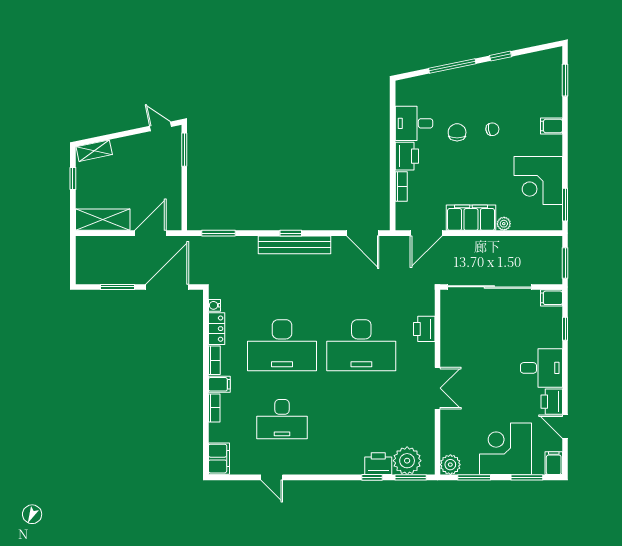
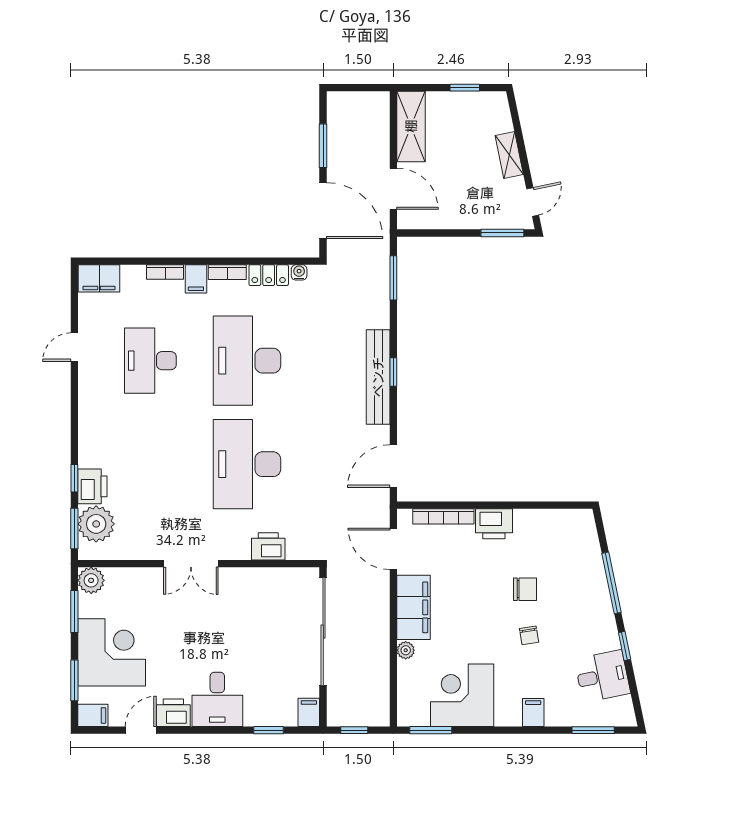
desk: (414, 123) -> (602, 676), moved, turned 78
shelving: (94, 151) -> (509, 155), moved
bookcase: (401, 186) -> (443, 516), width x1.56
window: (565, 263) -> (354, 730), width x0.67

